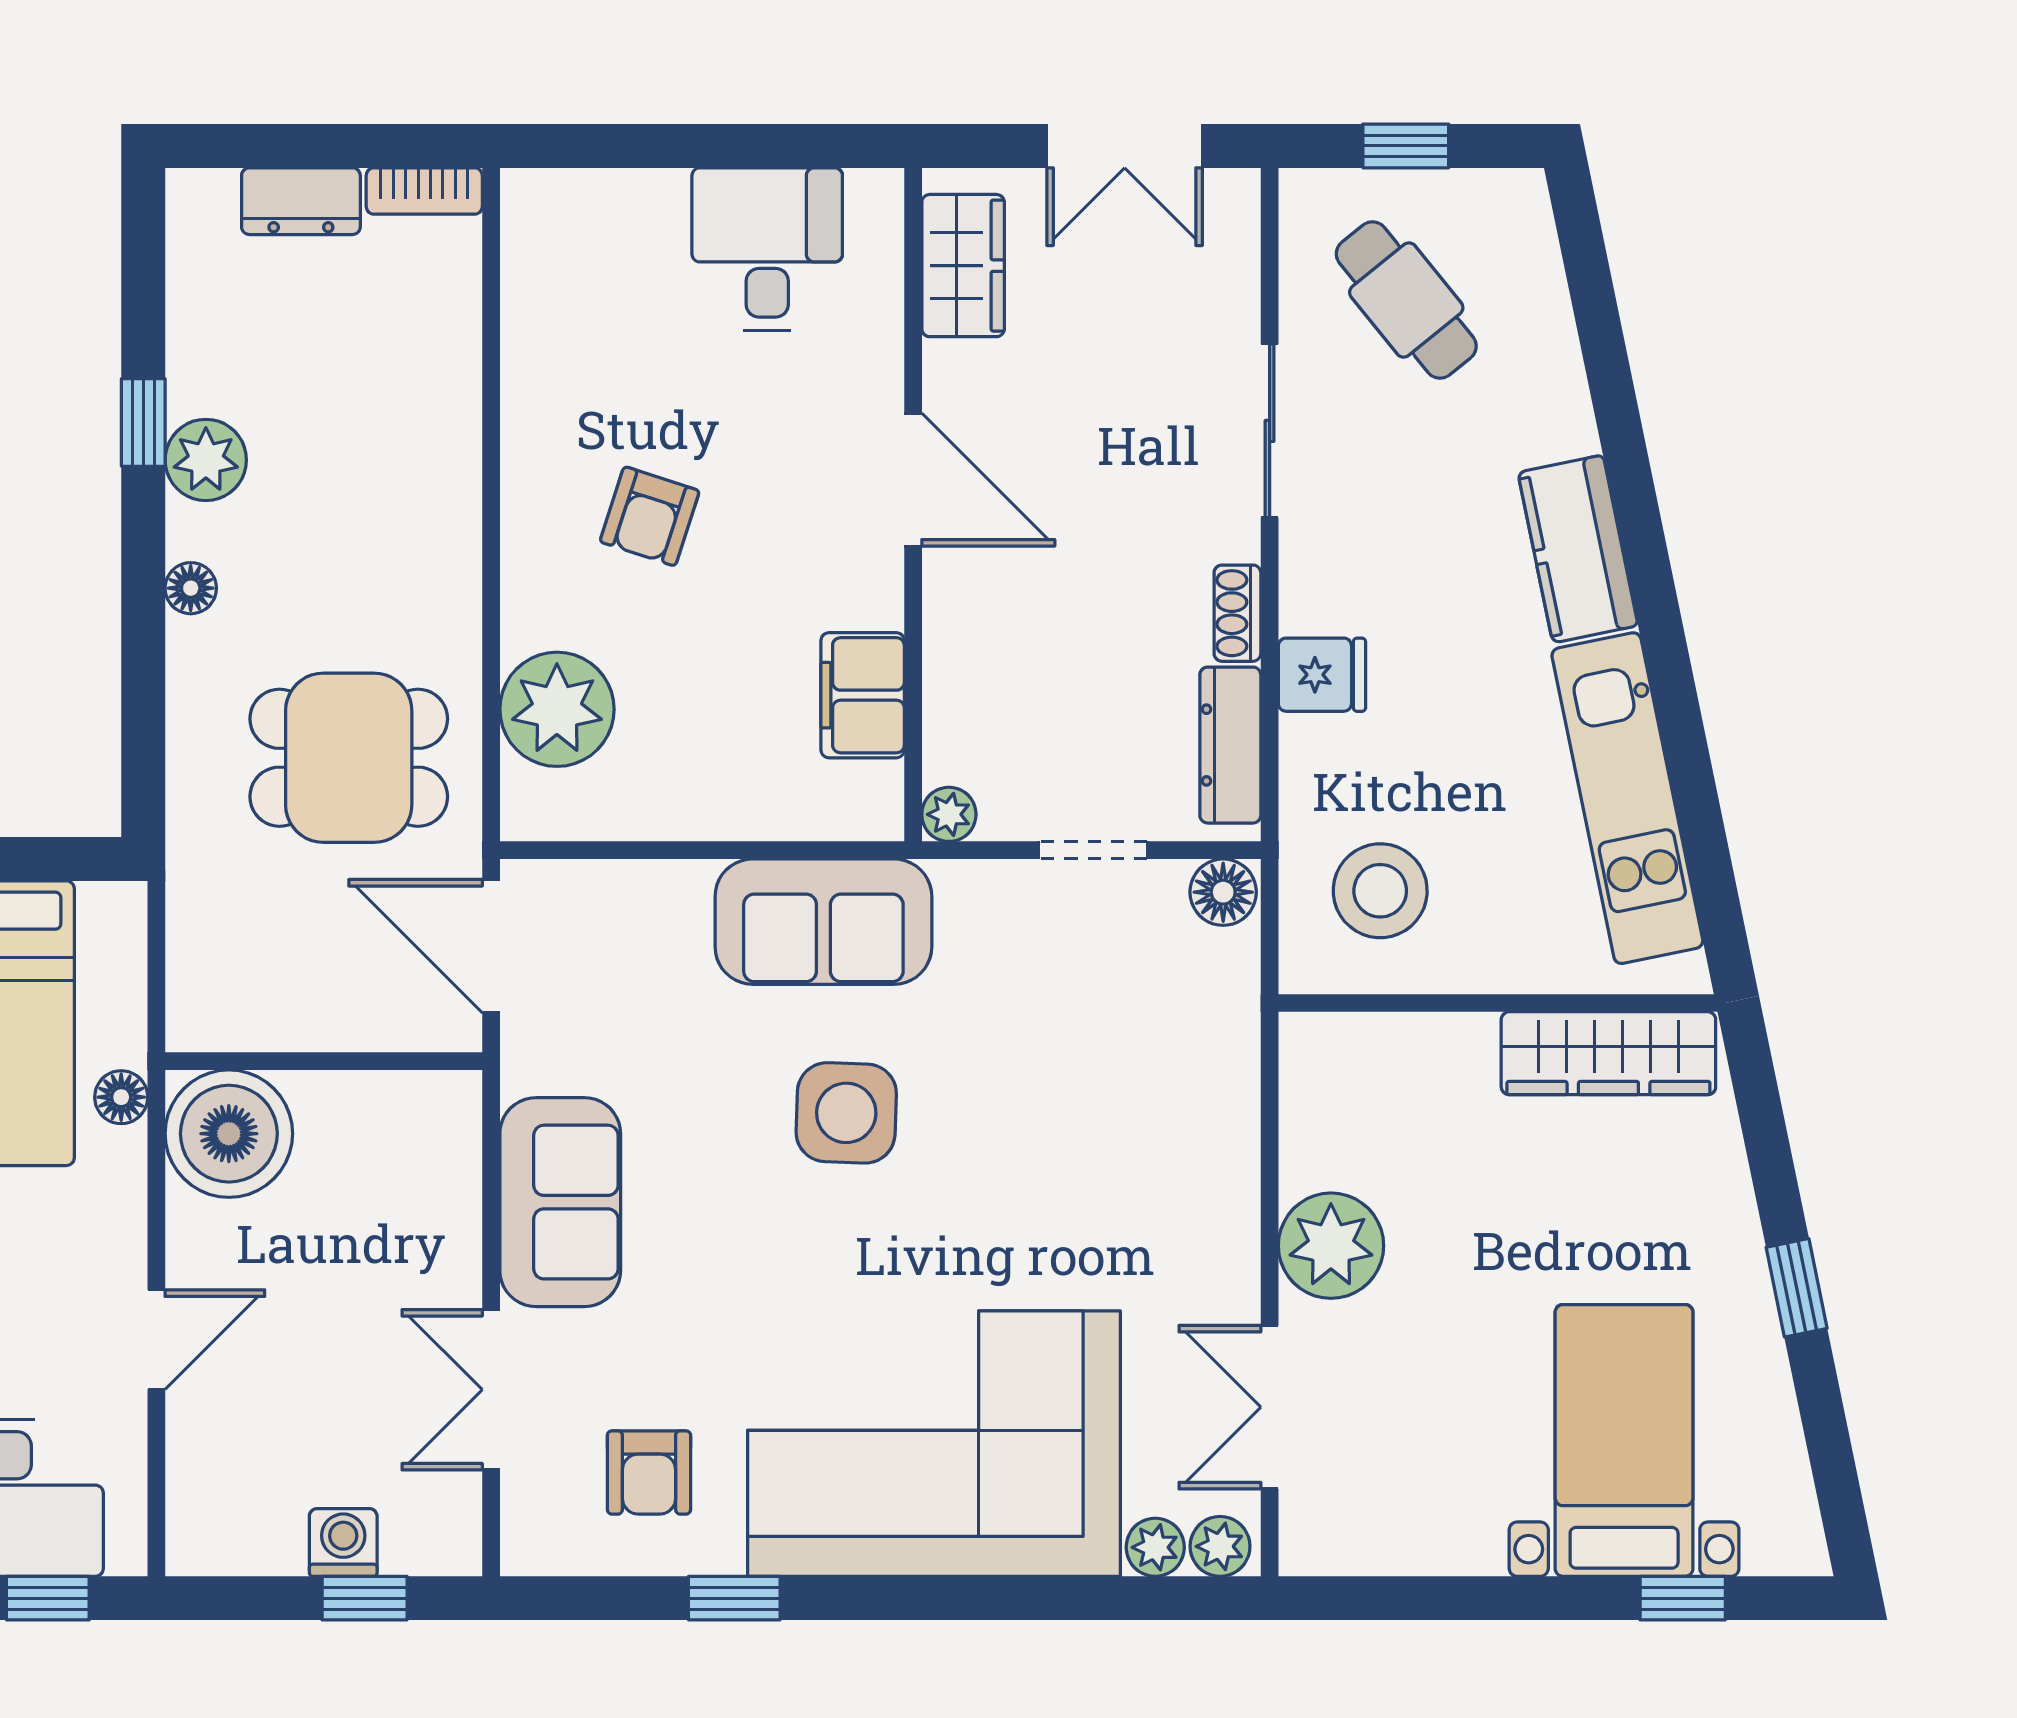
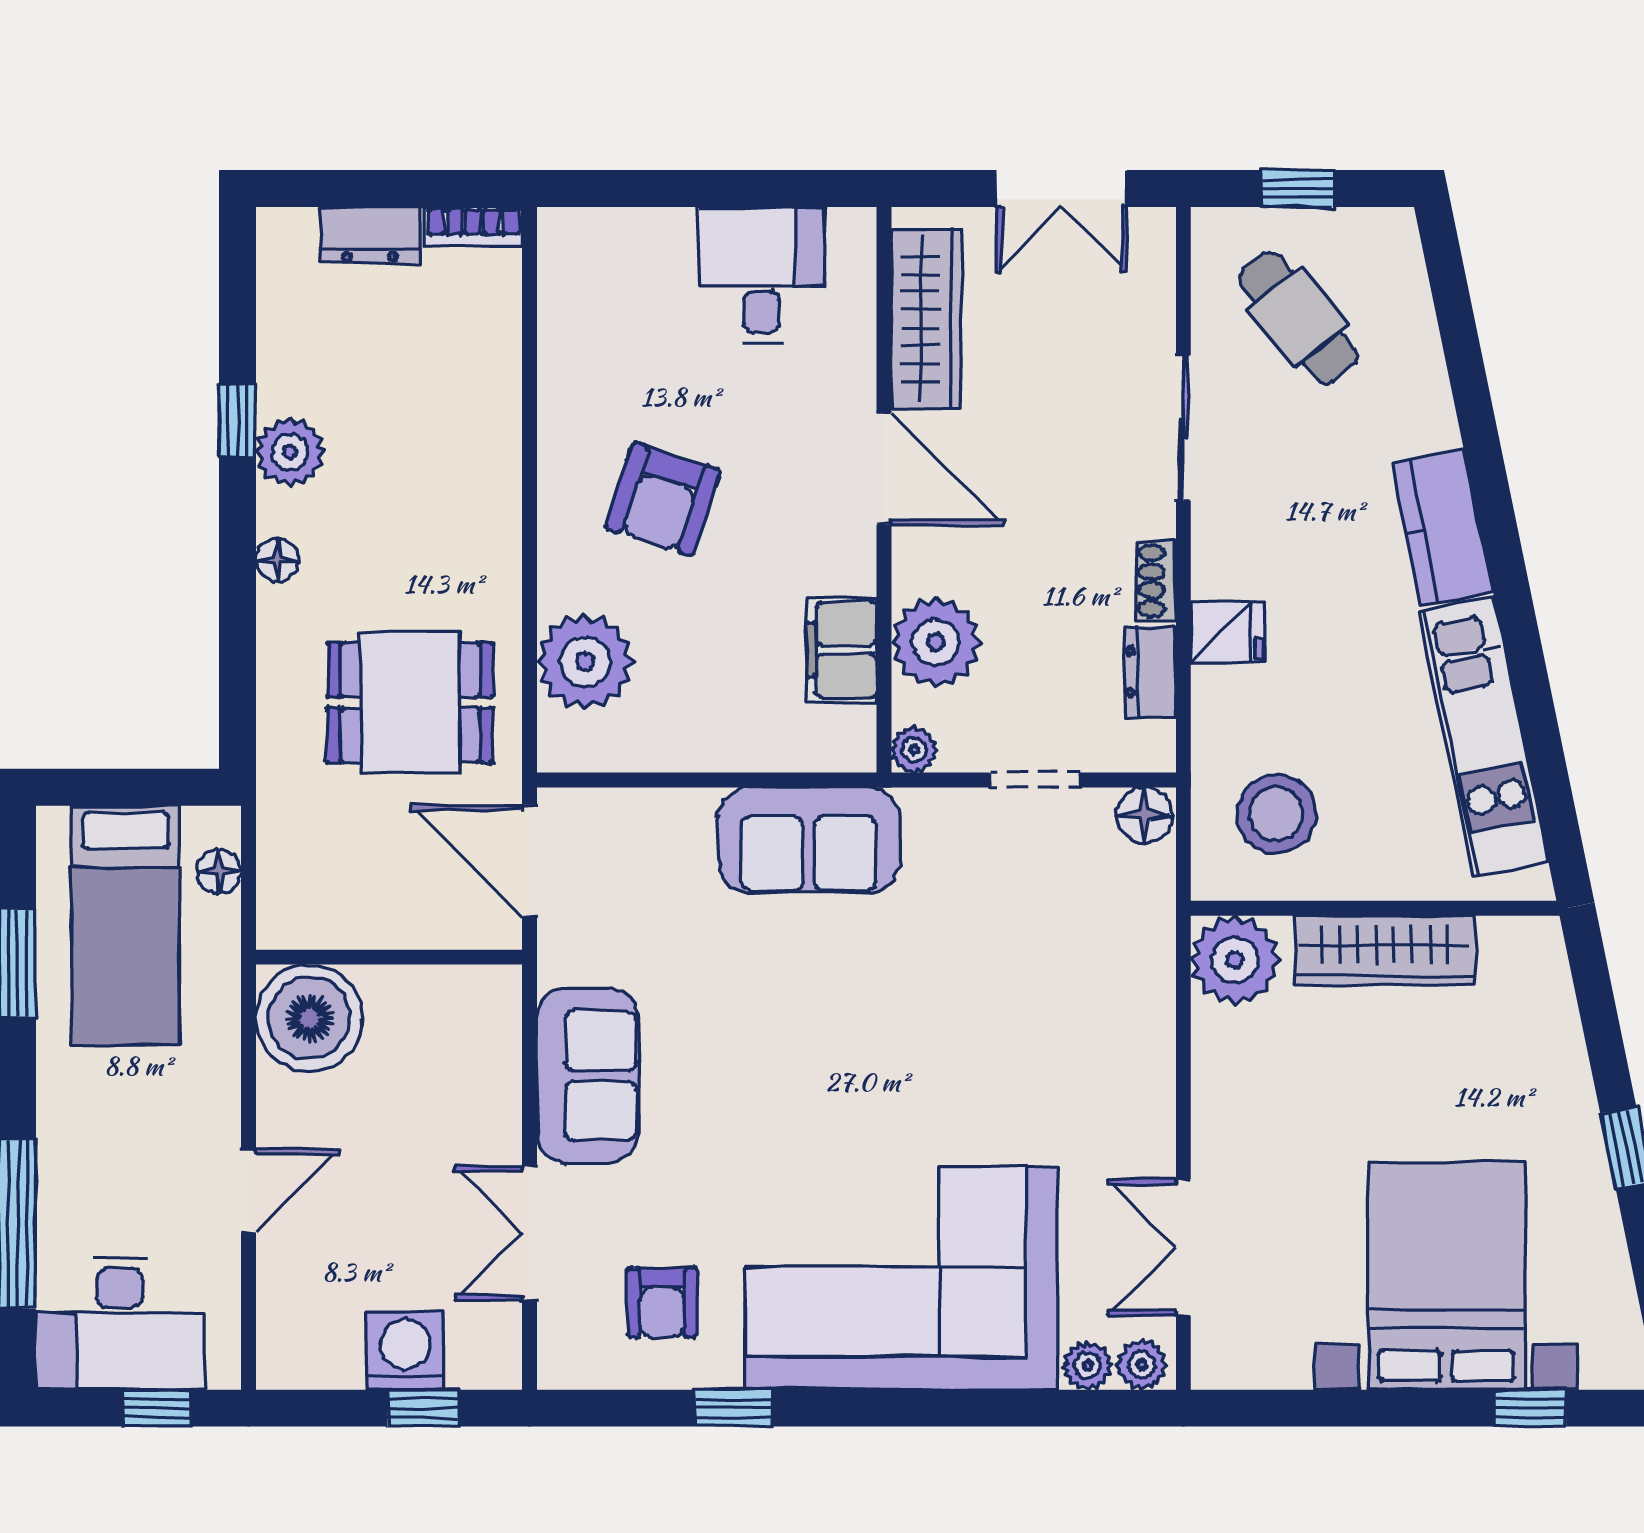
wardrobe: (963, 266) -> (926, 319), width x1.50
armchair: (650, 516) -> (663, 499), width x1.38, depth x1.38
plant: (975, 686) -> (936, 642), added
dresser: (1230, 745) -> (1150, 672), width x0.70
wardrobe: (1608, 1053) -> (1384, 950), moved
floor lamp: (121, 1097) -> (219, 872), moved
side table: (846, 1113) -> (828, 1001), removed
plant: (1331, 1246) -> (1235, 960), moved
bed with nightstands: (1624, 1440) -> (1446, 1276), width x1.36
washing machine: (343, 1542) -> (405, 1351), width x1.38, depth x1.38

